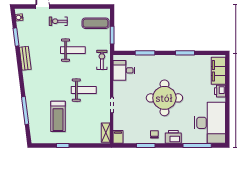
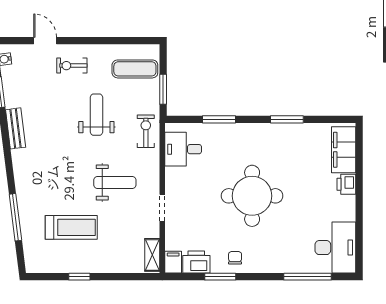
weight bench: (73, 50) -> (96, 115), turned -90
treadmill: (58, 116) -> (71, 227), turned -90
desk: (210, 123) -> (335, 248), width x0.73, depth x0.77
printer: (173, 137) -> (196, 262), moved

